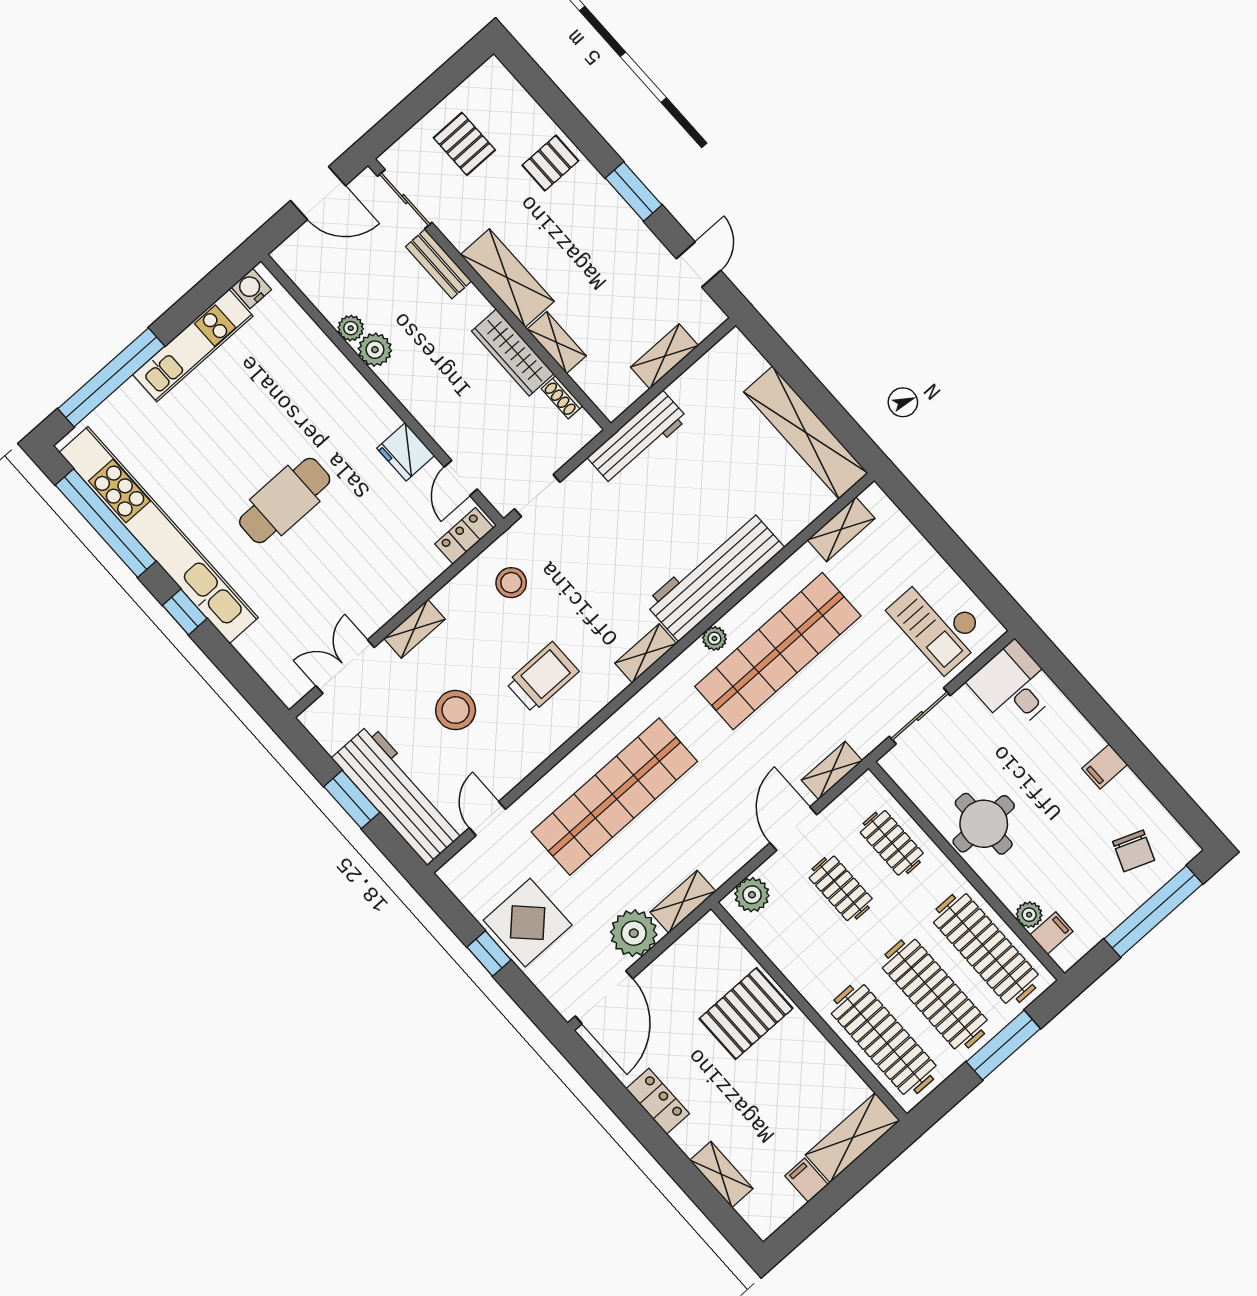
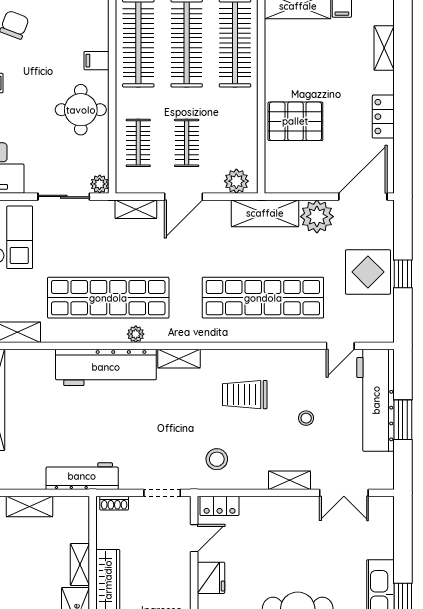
shoe rack: (562, 397) -> (114, 503), moved, turned 90
stool: (456, 710) -> (306, 418), width x0.53, depth x0.53
shelving: (683, 902) -> (265, 213), width x1.50, depth x1.33
plant: (1029, 915) -> (100, 184), moved
filing cabinet: (1051, 933) -> (96, 61), moved

